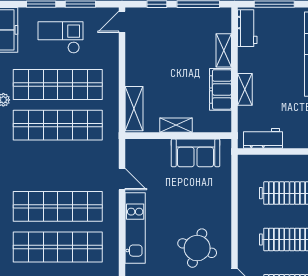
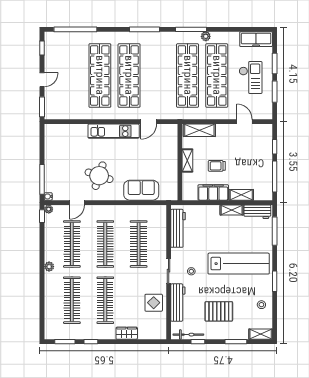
door: (122, 22) -> (245, 122), moved
trolley: (183, 84) -> (217, 166), added
shelving: (245, 89) -> (232, 210), moved
workbench: (263, 138) -> (178, 228), width x1.38
sofa: (196, 153) -> (141, 190), moved, turned 90

